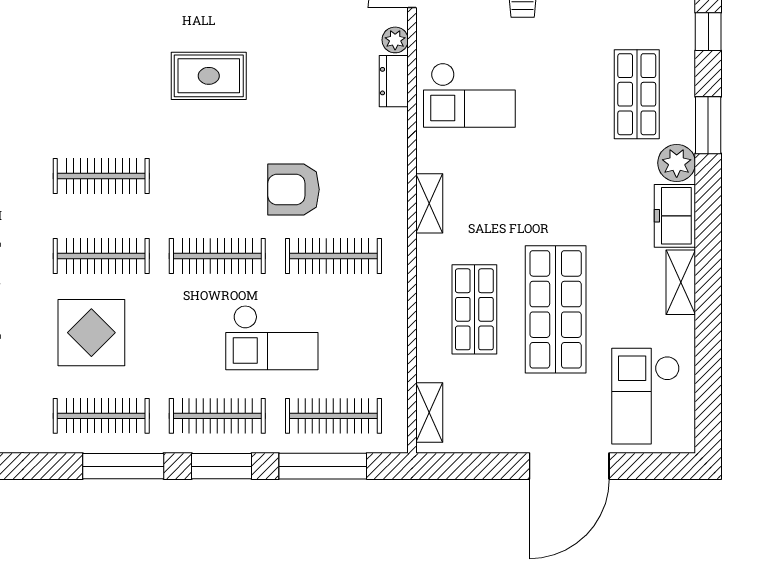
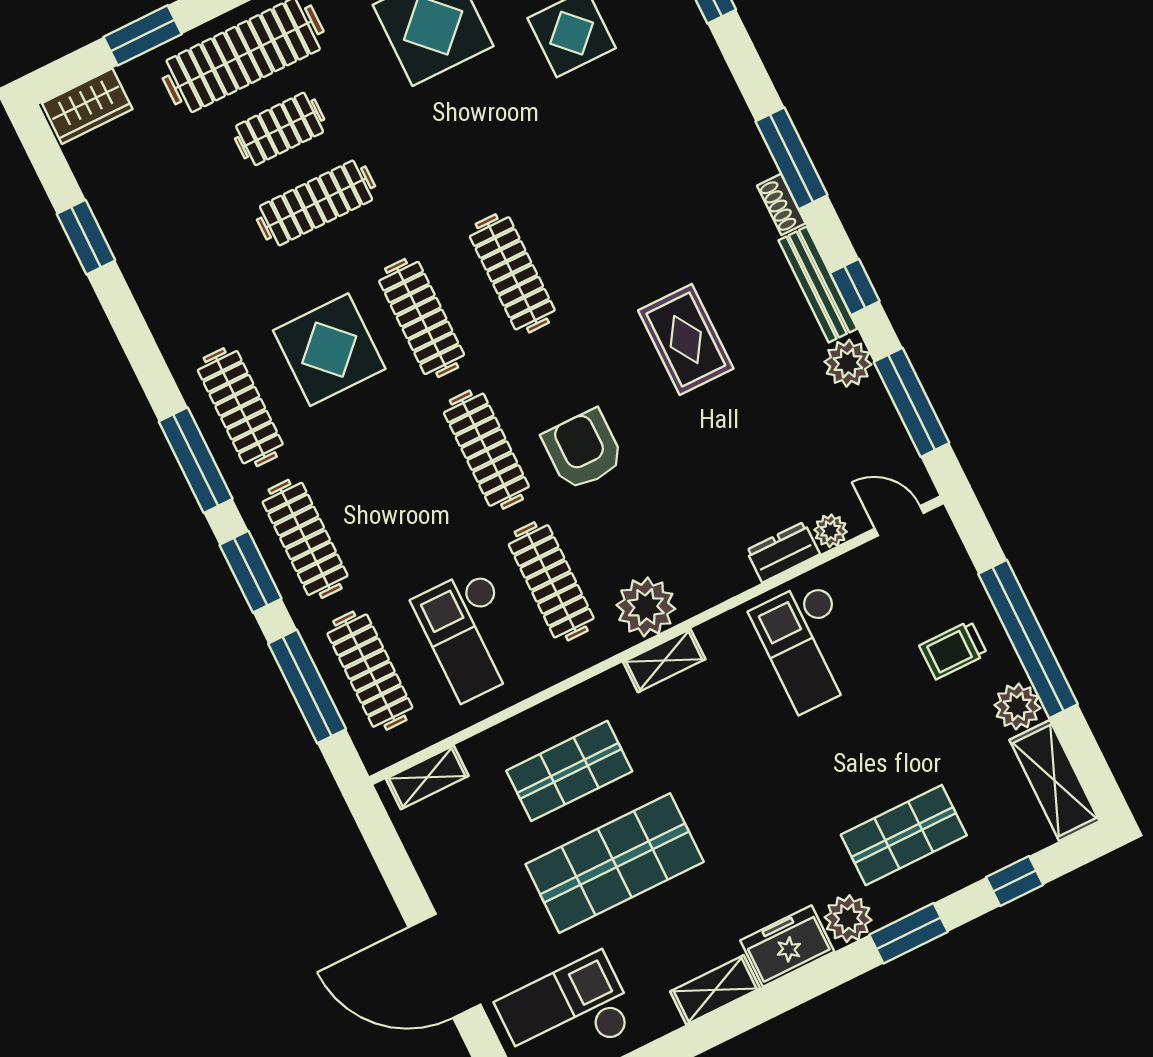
armchair: (294, 189) -> (583, 450), moved
plant: (385, 198) -> (646, 607), added
checkout: (272, 338) -> (472, 634), moved

